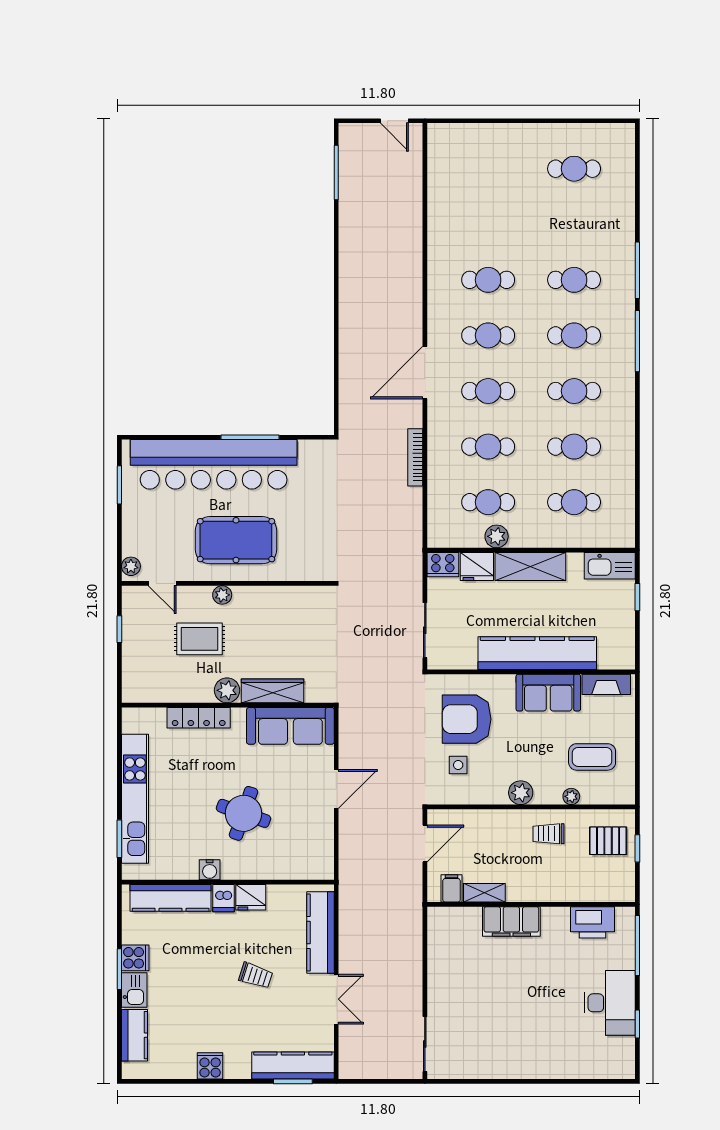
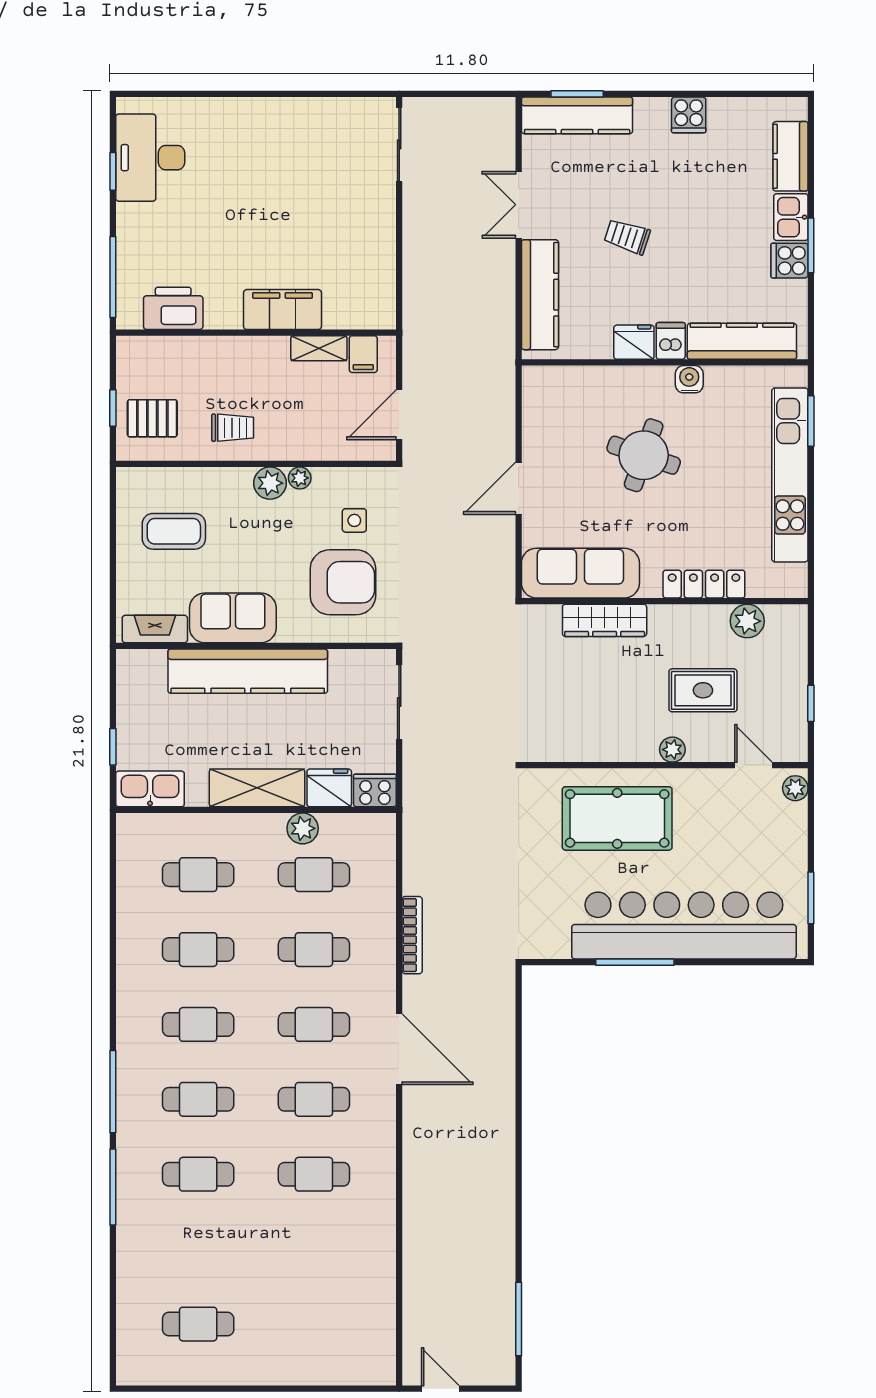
door: (425, 373) -> (399, 1049), hinge flipped
pool table: (236, 540) -> (617, 818), moved
plant: (227, 690) -> (747, 621), moved
plant: (571, 796) -> (300, 478), moved
desk: (610, 1003) -> (150, 158), moved

